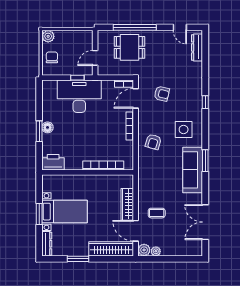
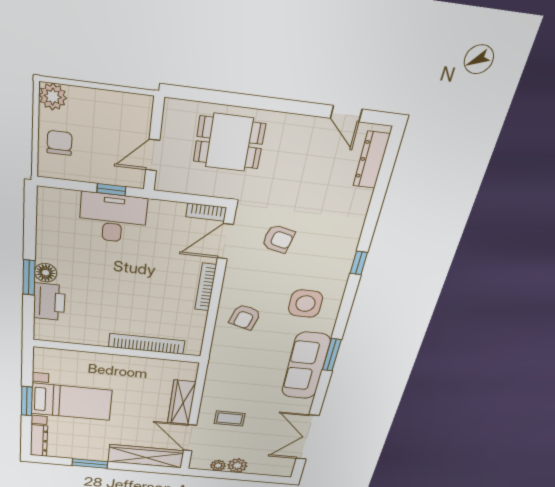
window: (135, 27) -> (248, 101), removed
desk: (79, 96) -> (113, 218), width x0.73, depth x0.77
printer: (53, 162) -> (49, 302), moved, turned 90
plant: (144, 250) -> (237, 466), moved

